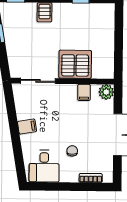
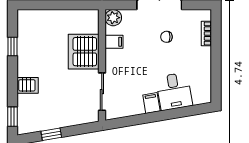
chair: (72, 151) -> (166, 37), moved
desk: (44, 166) -> (174, 91), moved, turned 80

